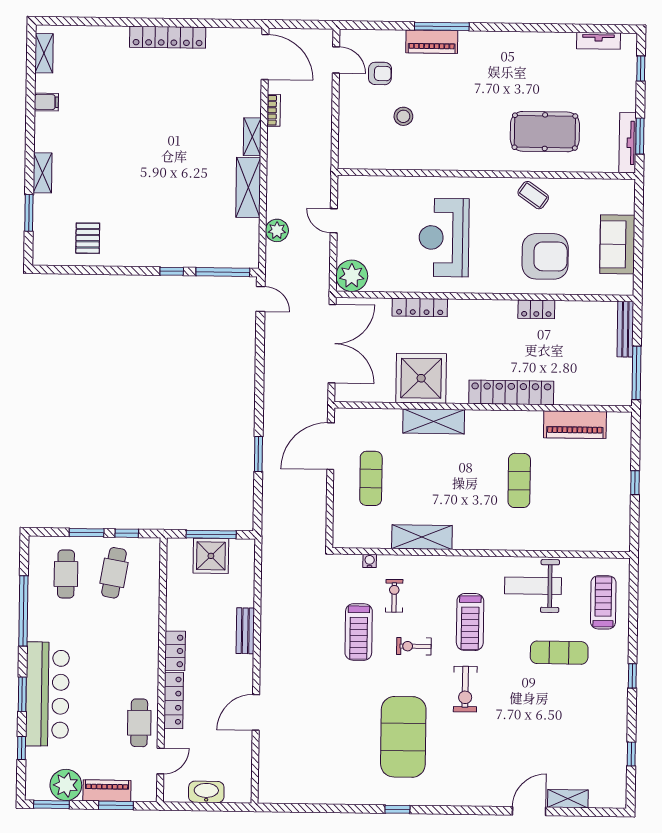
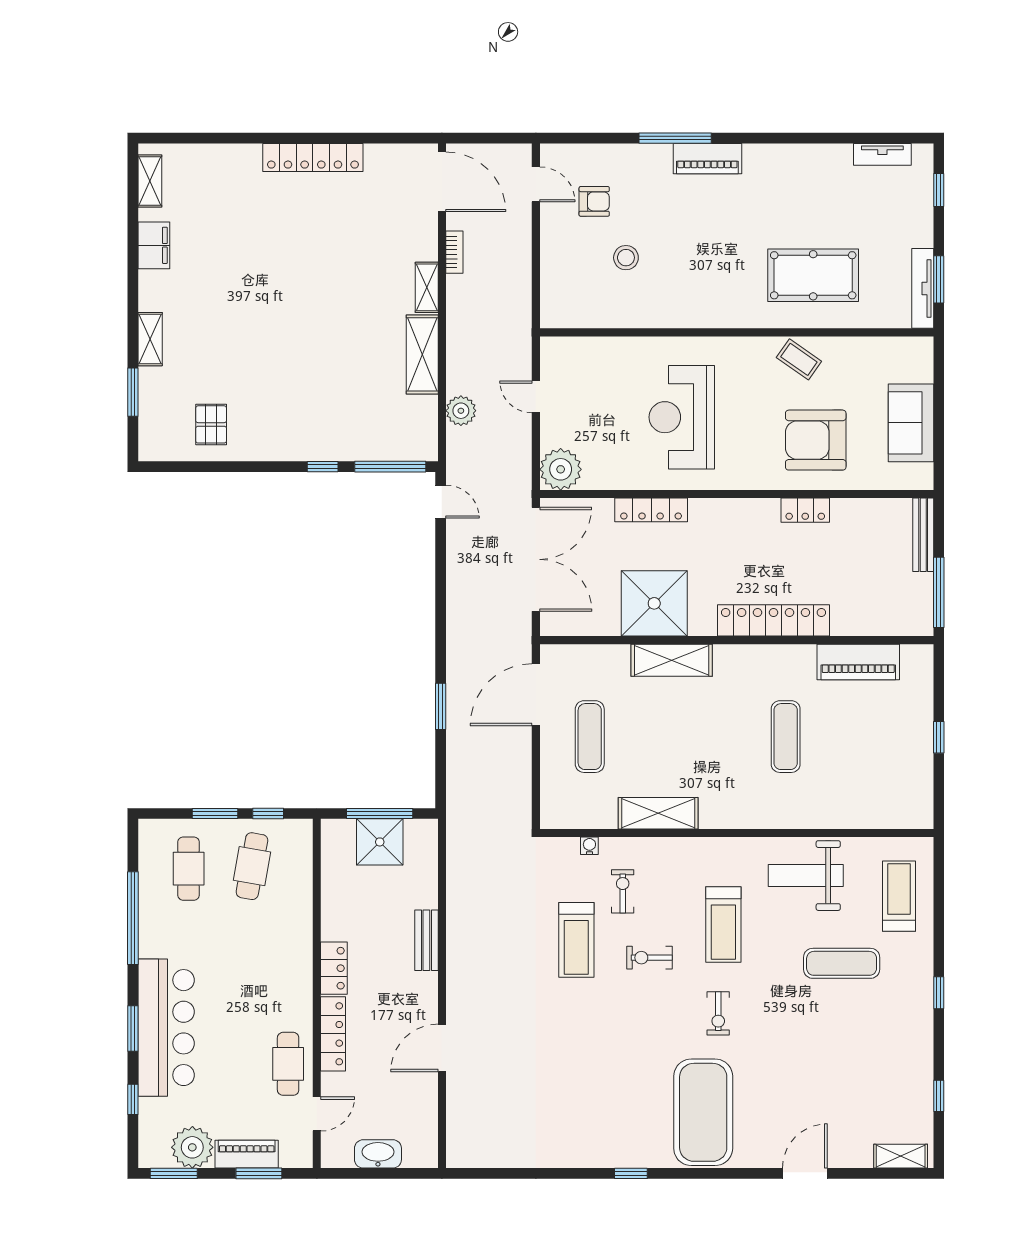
piano: (432, 42) -> (707, 159), moved
filing cabinet: (46, 102) -> (154, 245), width x2.00
armchair: (545, 256) -> (816, 440), turned 180
exercise bike: (465, 689) -> (718, 1013), width x0.73, depth x0.72
exercise mat: (403, 737) -> (703, 1112), moved
shelving: (568, 799) -> (901, 1156), moved

